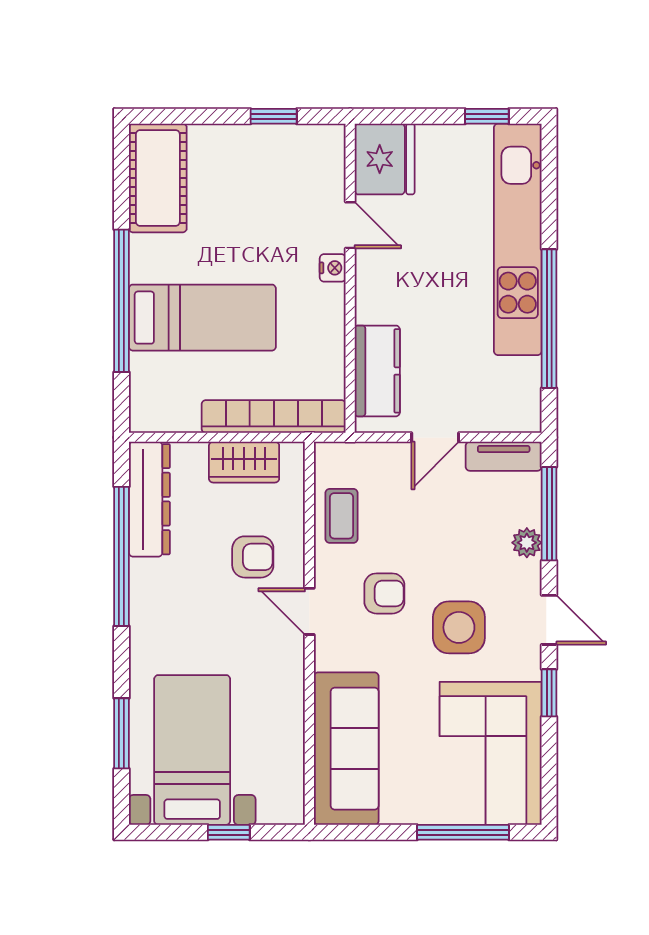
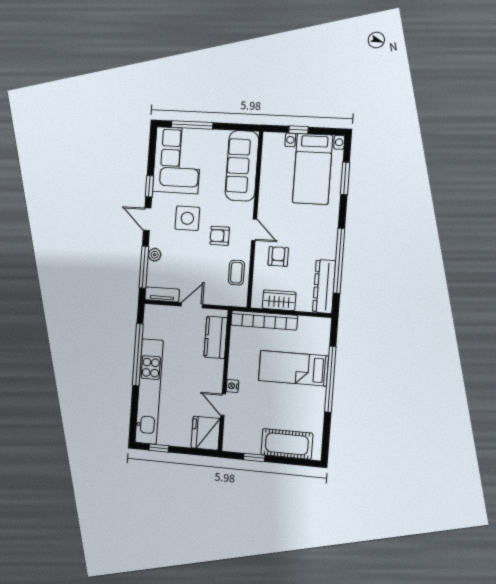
cot: (158, 178) -> (287, 444), moved, turned 90
armchair: (253, 557) -> (278, 256), turned 90

